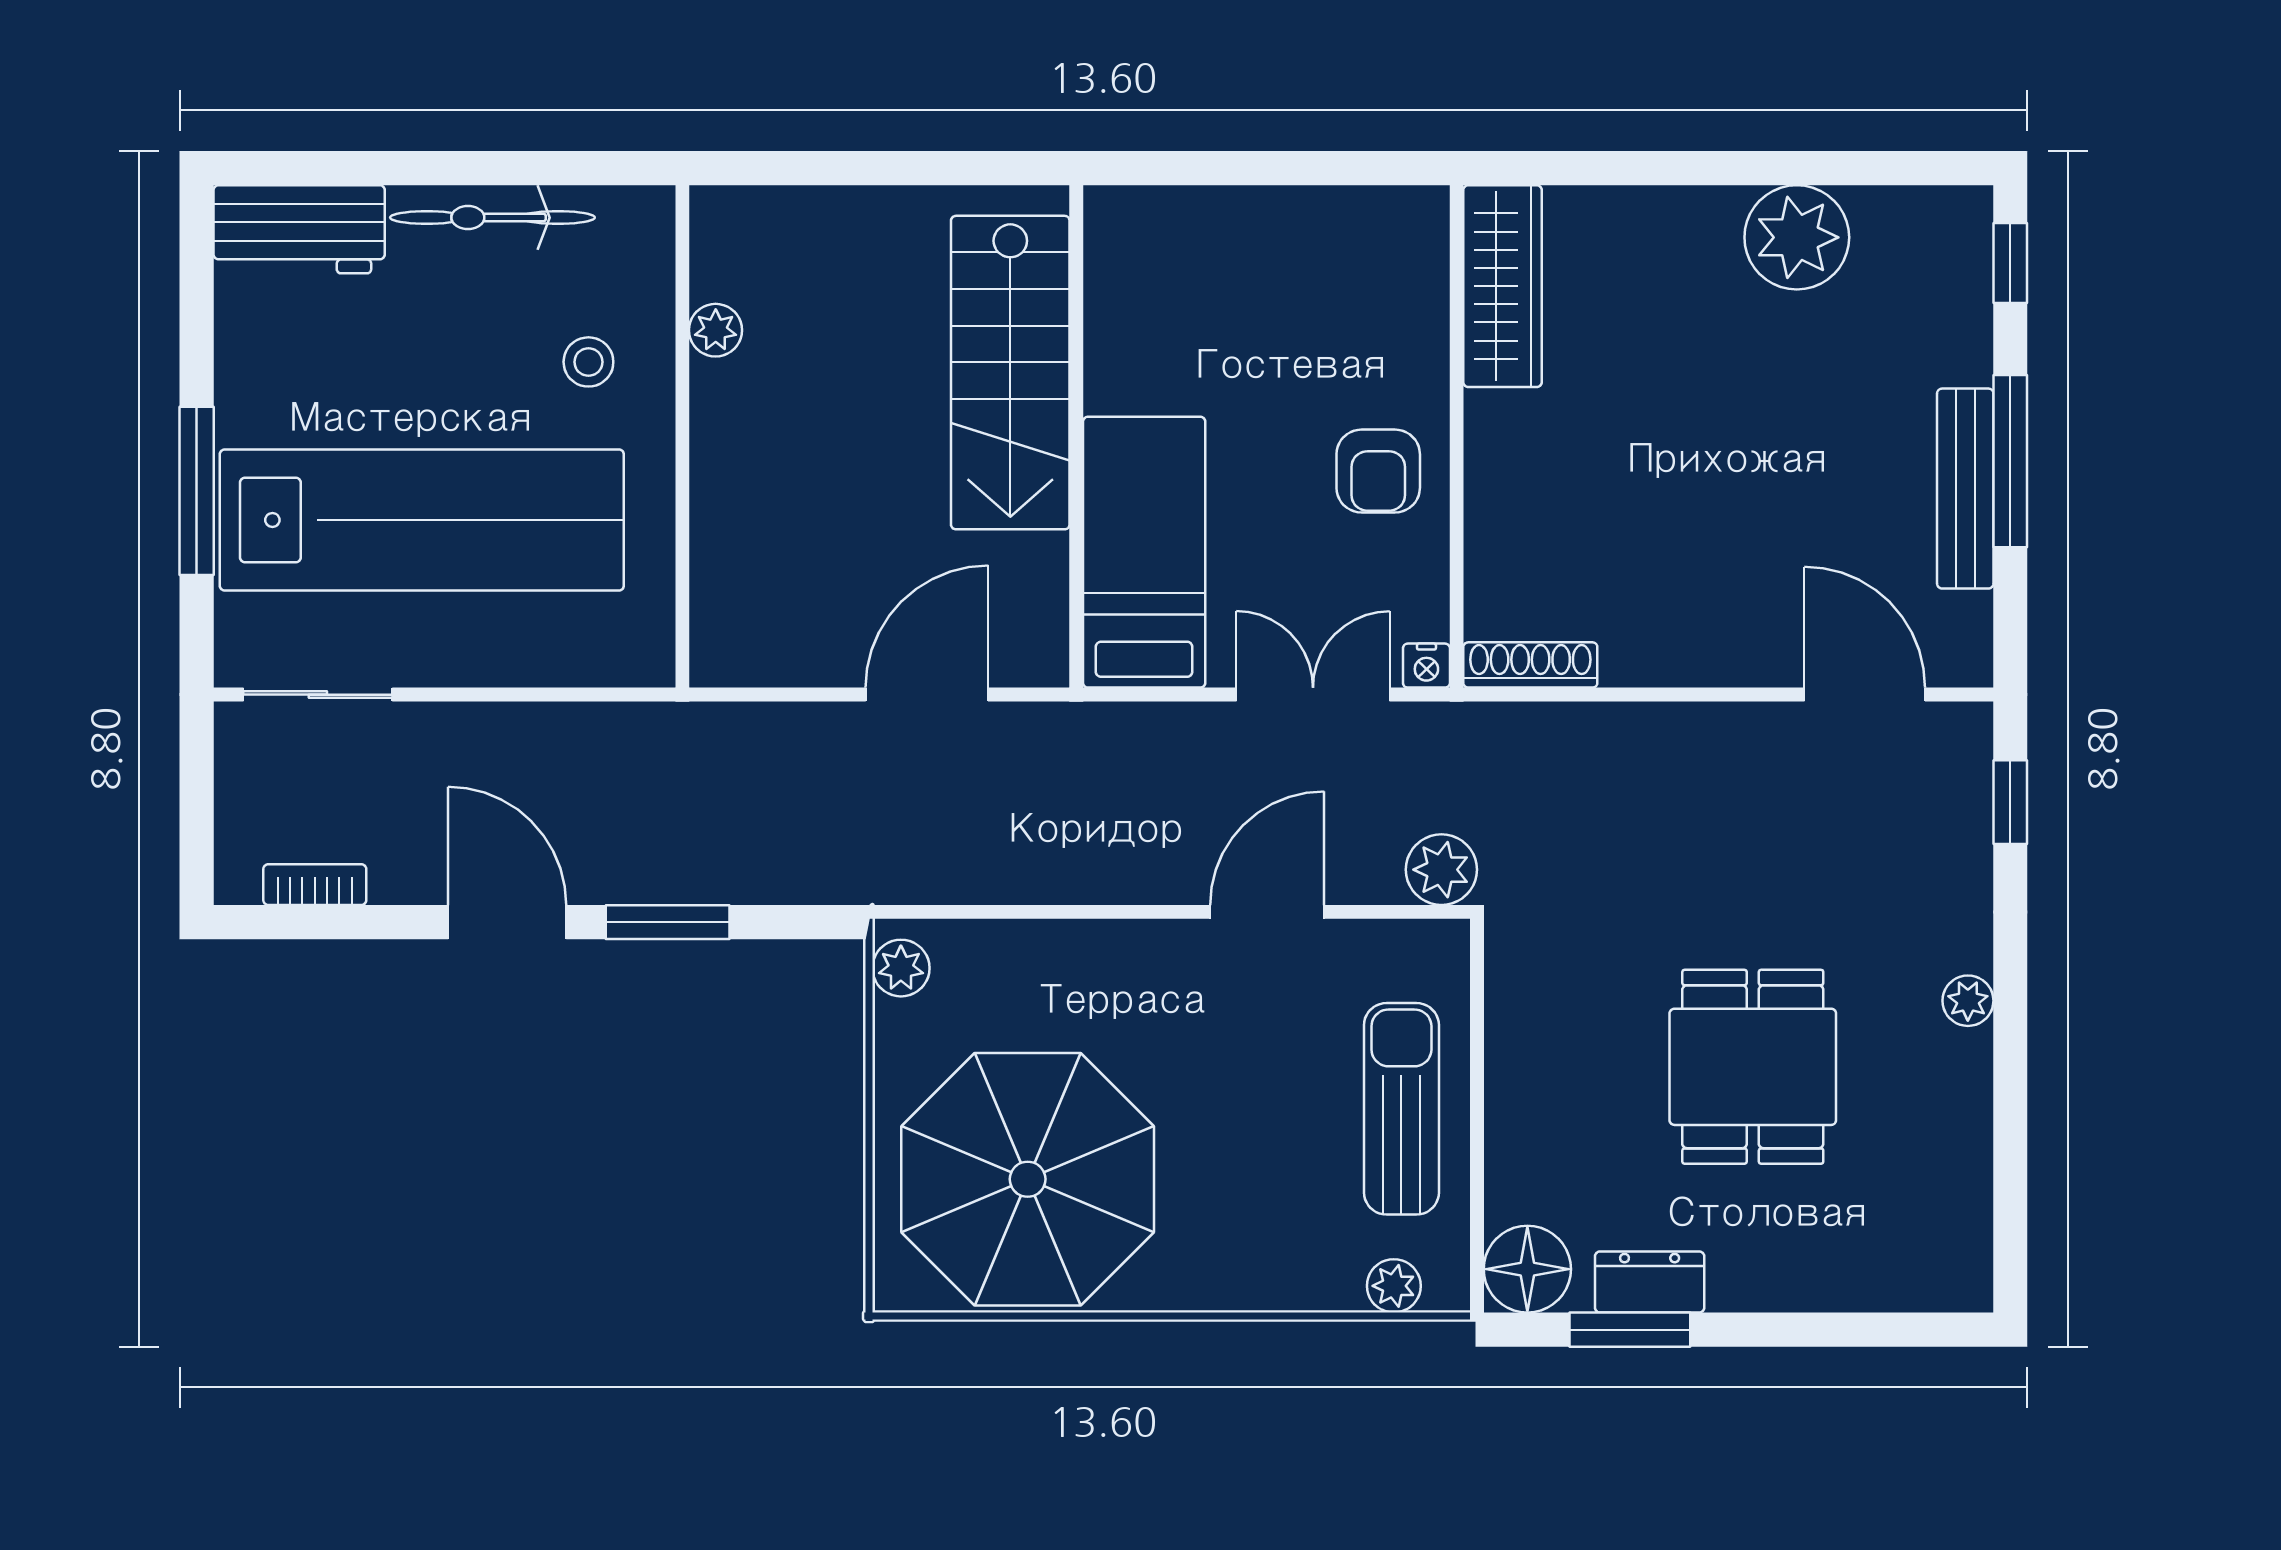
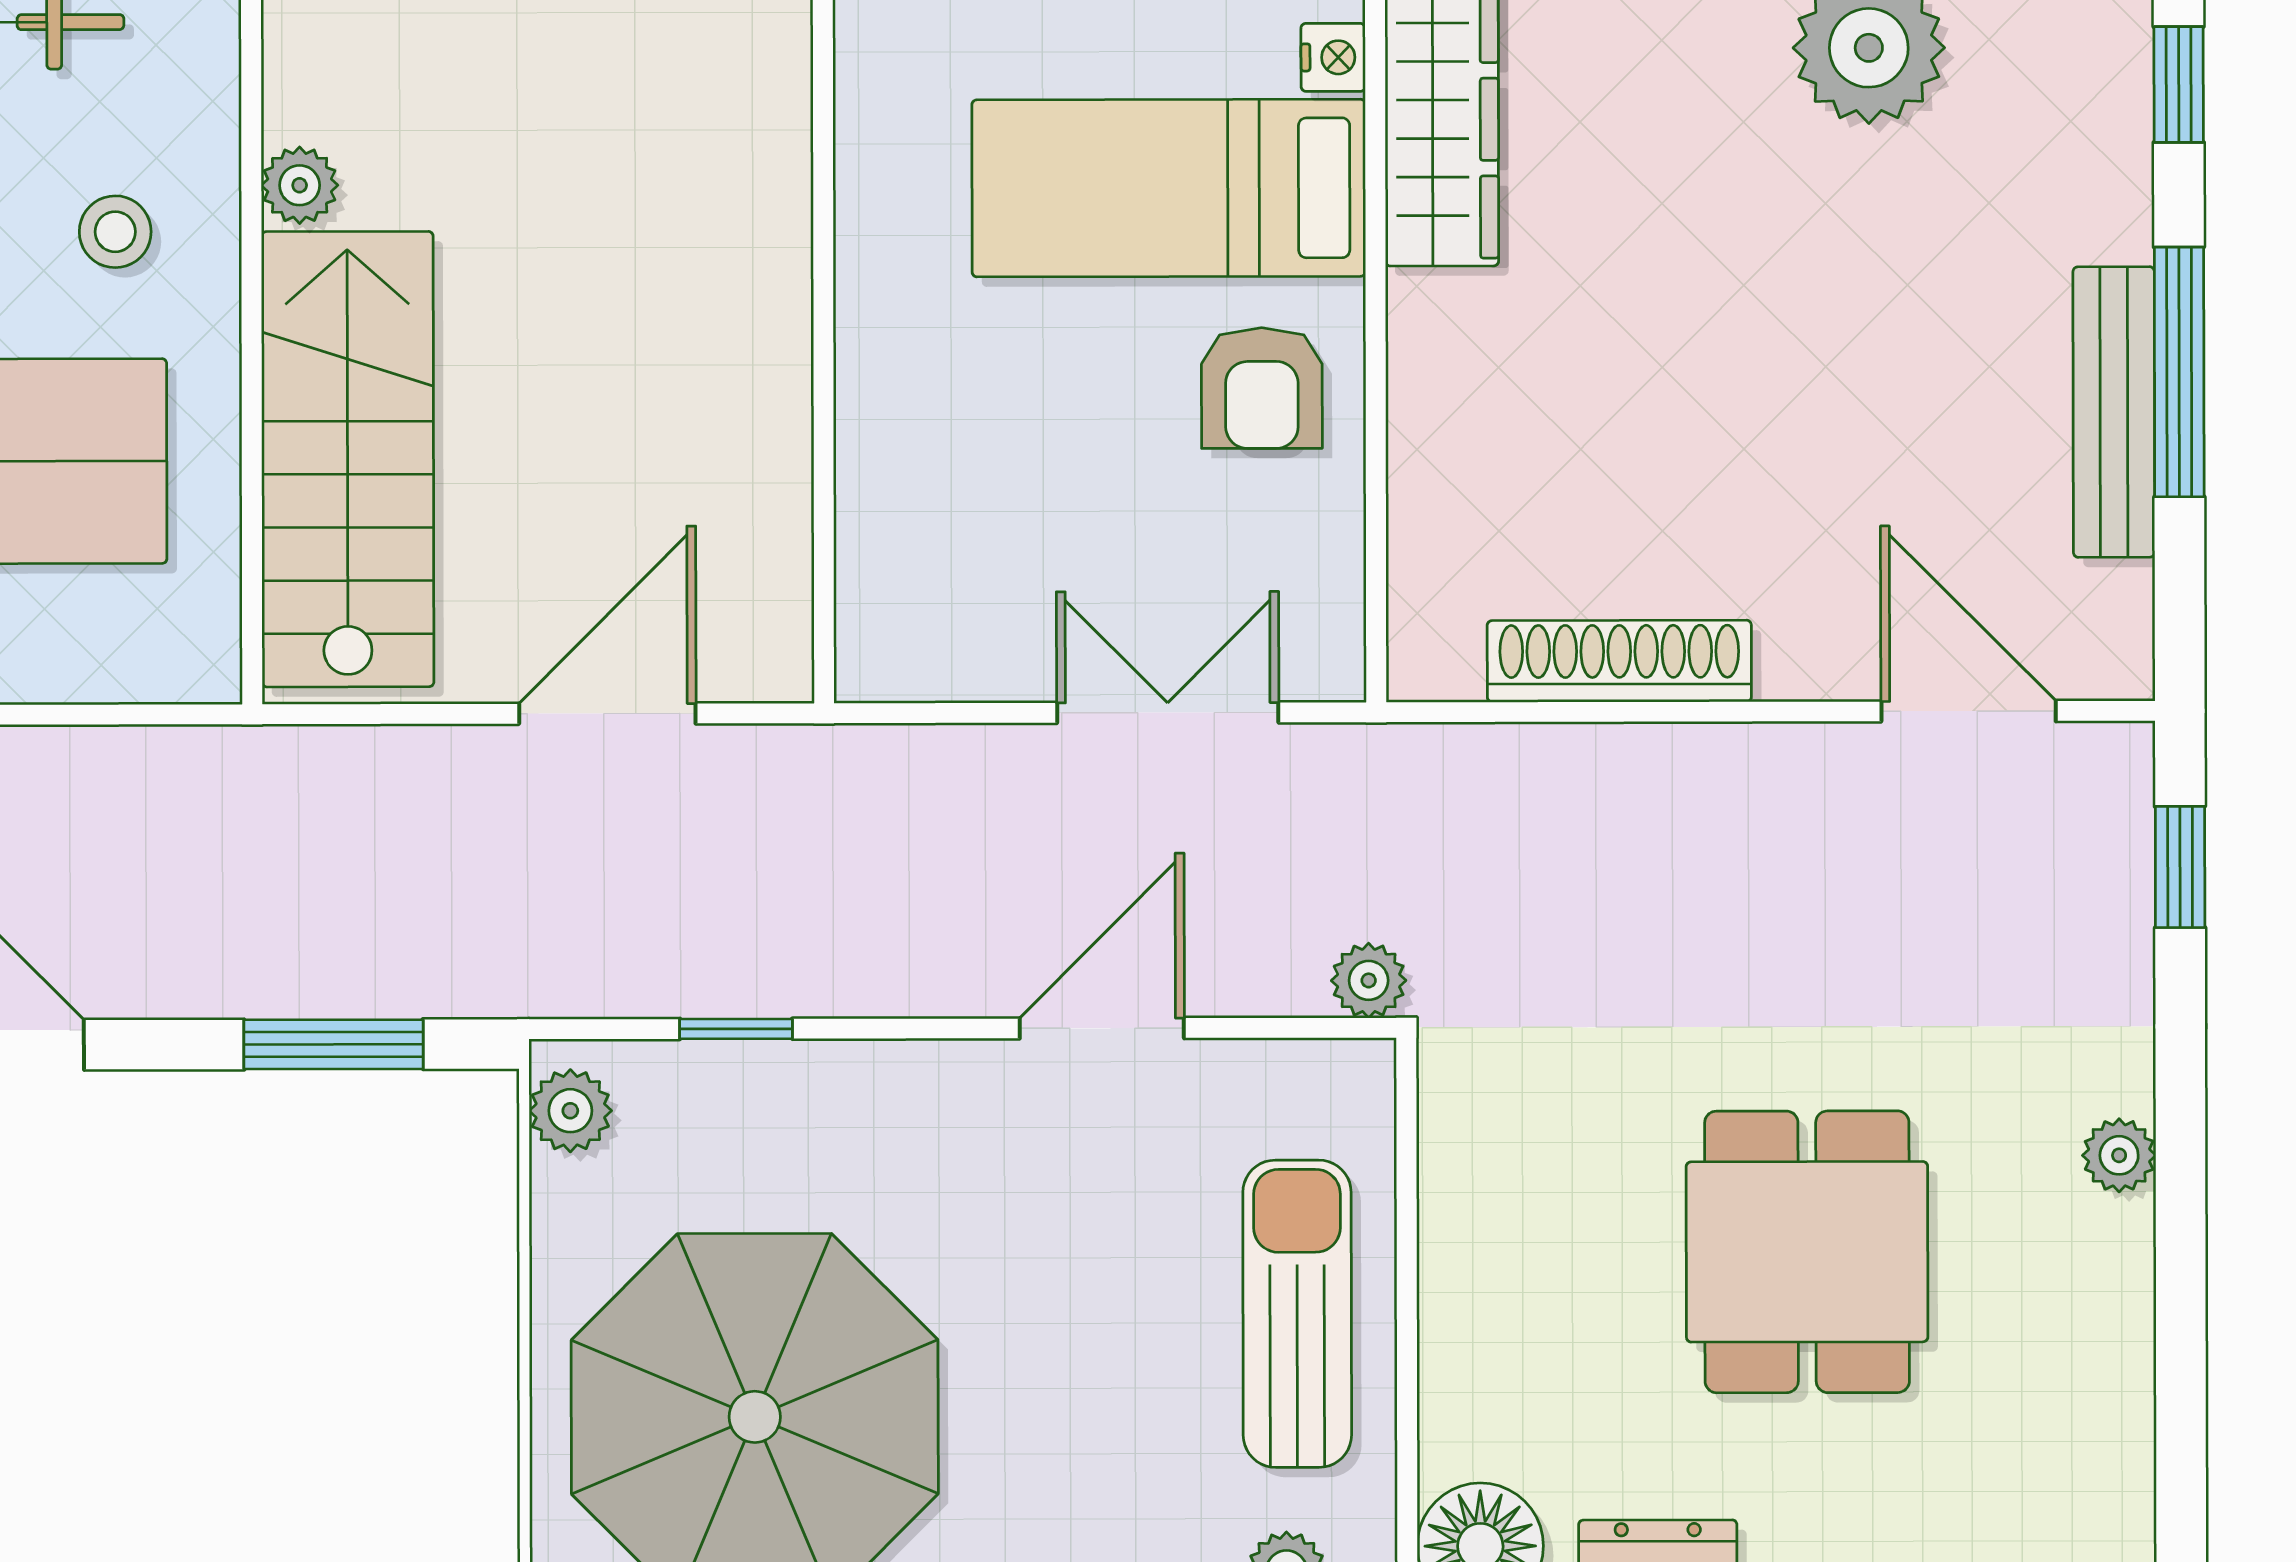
stairs: (1010, 373) -> (348, 459), moved, turned 180
bed: (1144, 552) -> (1169, 188), moved, turned -90
shoe rack: (1530, 665) -> (1619, 661), moved, width x1.36, depth x1.24
nightstand: (1426, 666) -> (1333, 57), moved, turned -90
plant: (1441, 870) -> (1369, 980), width x0.73, depth x0.73
window: (1015, 912) -> (736, 1029), added
window: (668, 922) -> (333, 1044), moved

